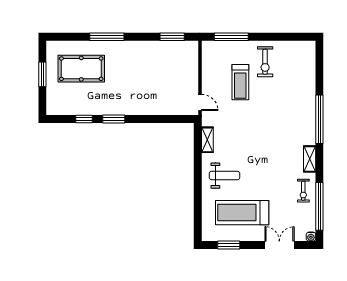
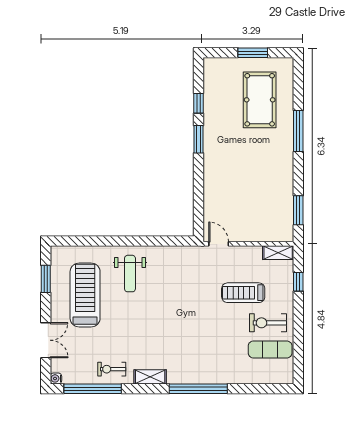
window: (231, 37) -> (298, 282), width x0.46
exercise mat: (287, 60) -> (270, 349), added
door: (200, 102) -> (219, 244), swing flipped
shelving: (207, 140) -> (278, 253), moved

